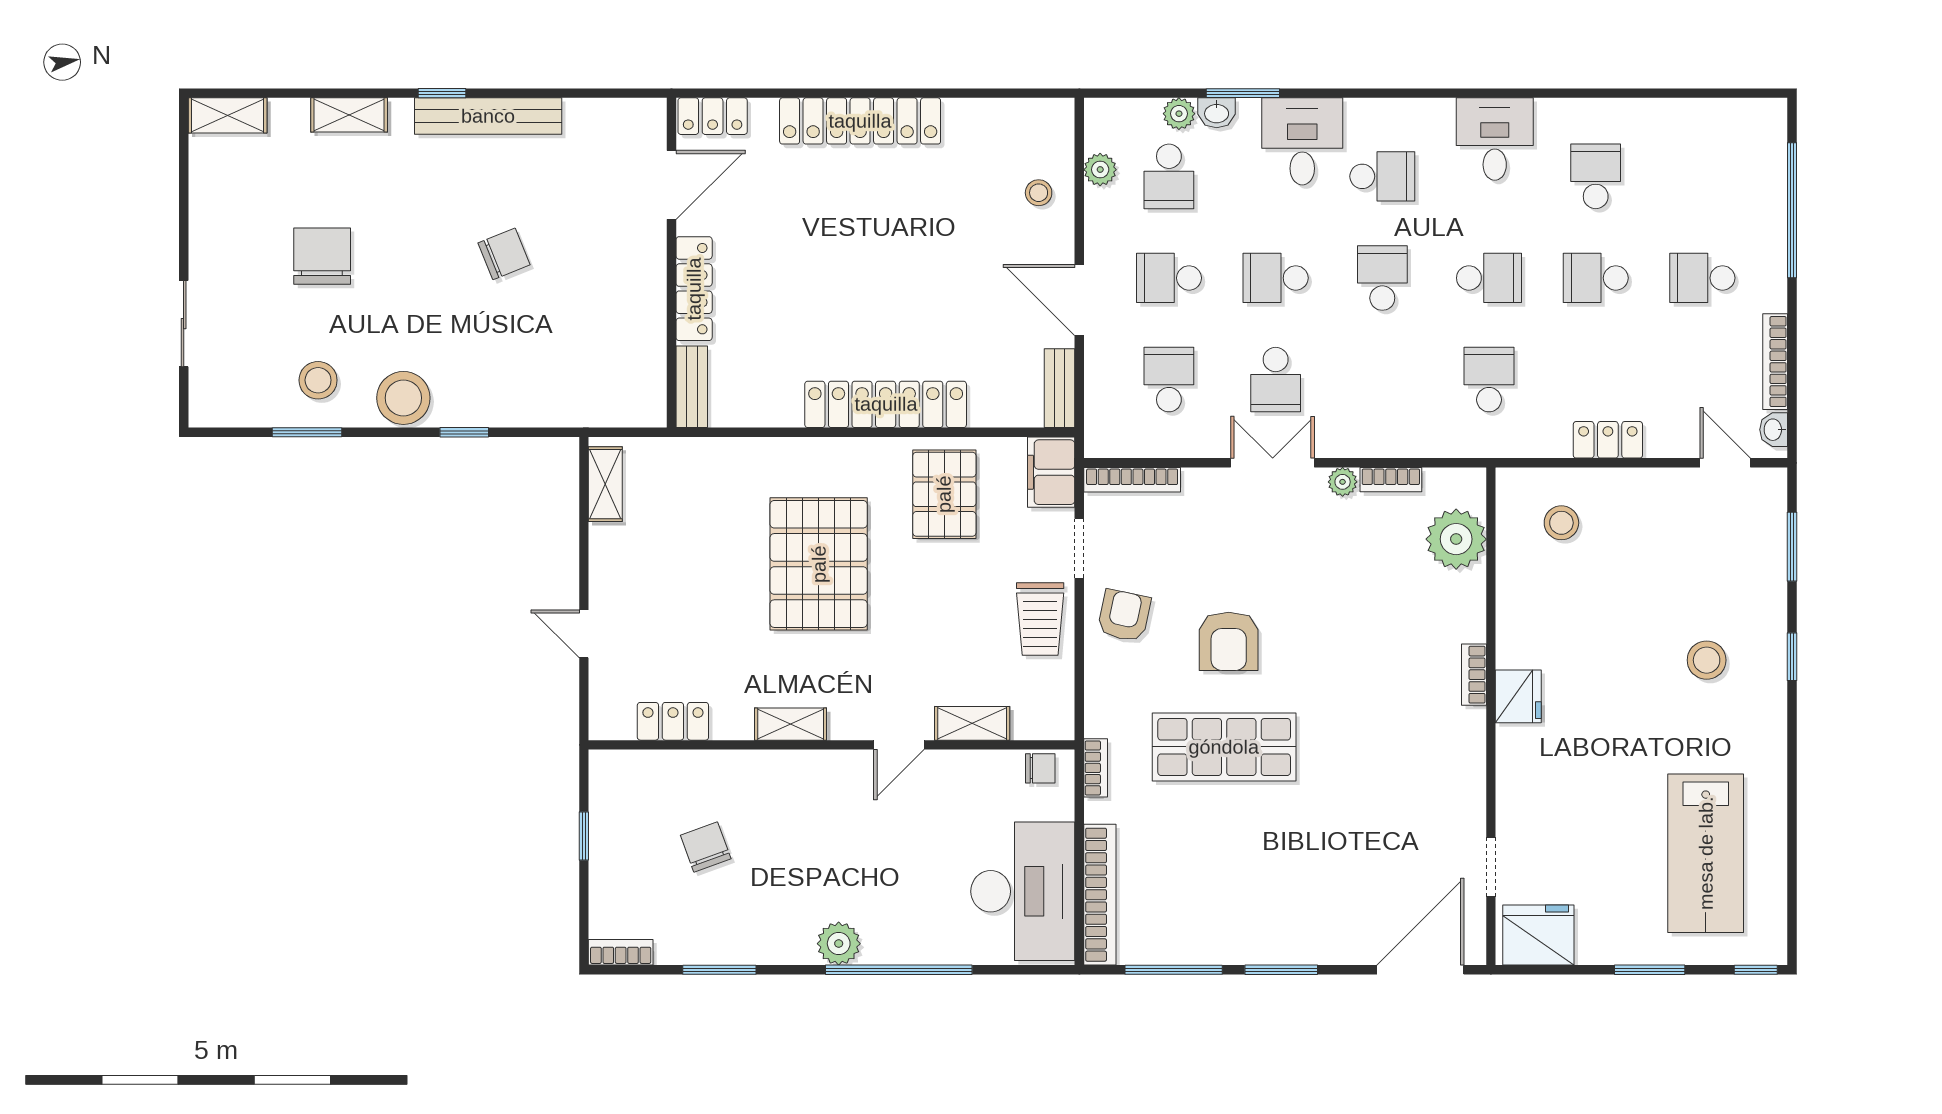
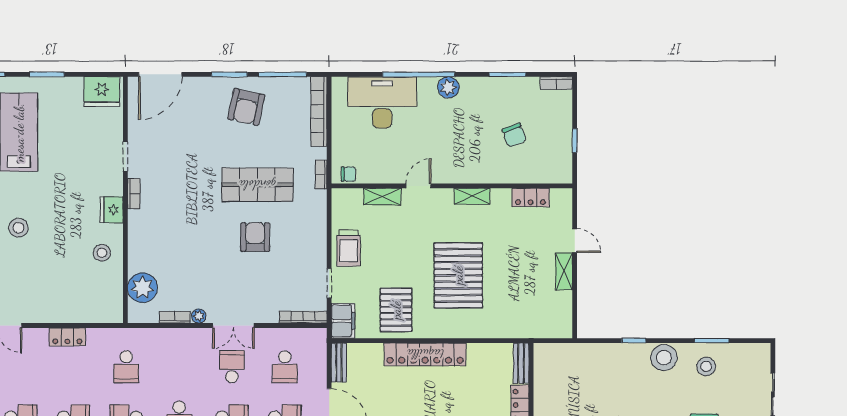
shelving: (605, 484) -> (564, 271), moved
stool: (1561, 523) -> (102, 253), moved
armchair: (1124, 616) -> (246, 107), moved, width x1.38, depth x1.38
trolley: (1040, 619) -> (349, 248), turned 180
bookcase: (1474, 675) -> (134, 194), moved
chair: (1040, 768) -> (349, 174), turned 180
doorway: (1491, 867) -> (125, 157), moved
desk: (1023, 891) -> (382, 102), moved, turned 90

